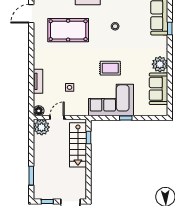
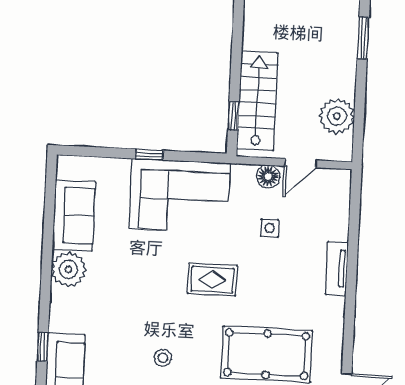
rug: (110, 68) -> (212, 280), moved
tv unit: (38, 81) -> (337, 268), moved
floor lamp: (39, 111) -> (268, 176), moved
plant: (42, 127) -> (337, 116), moved

